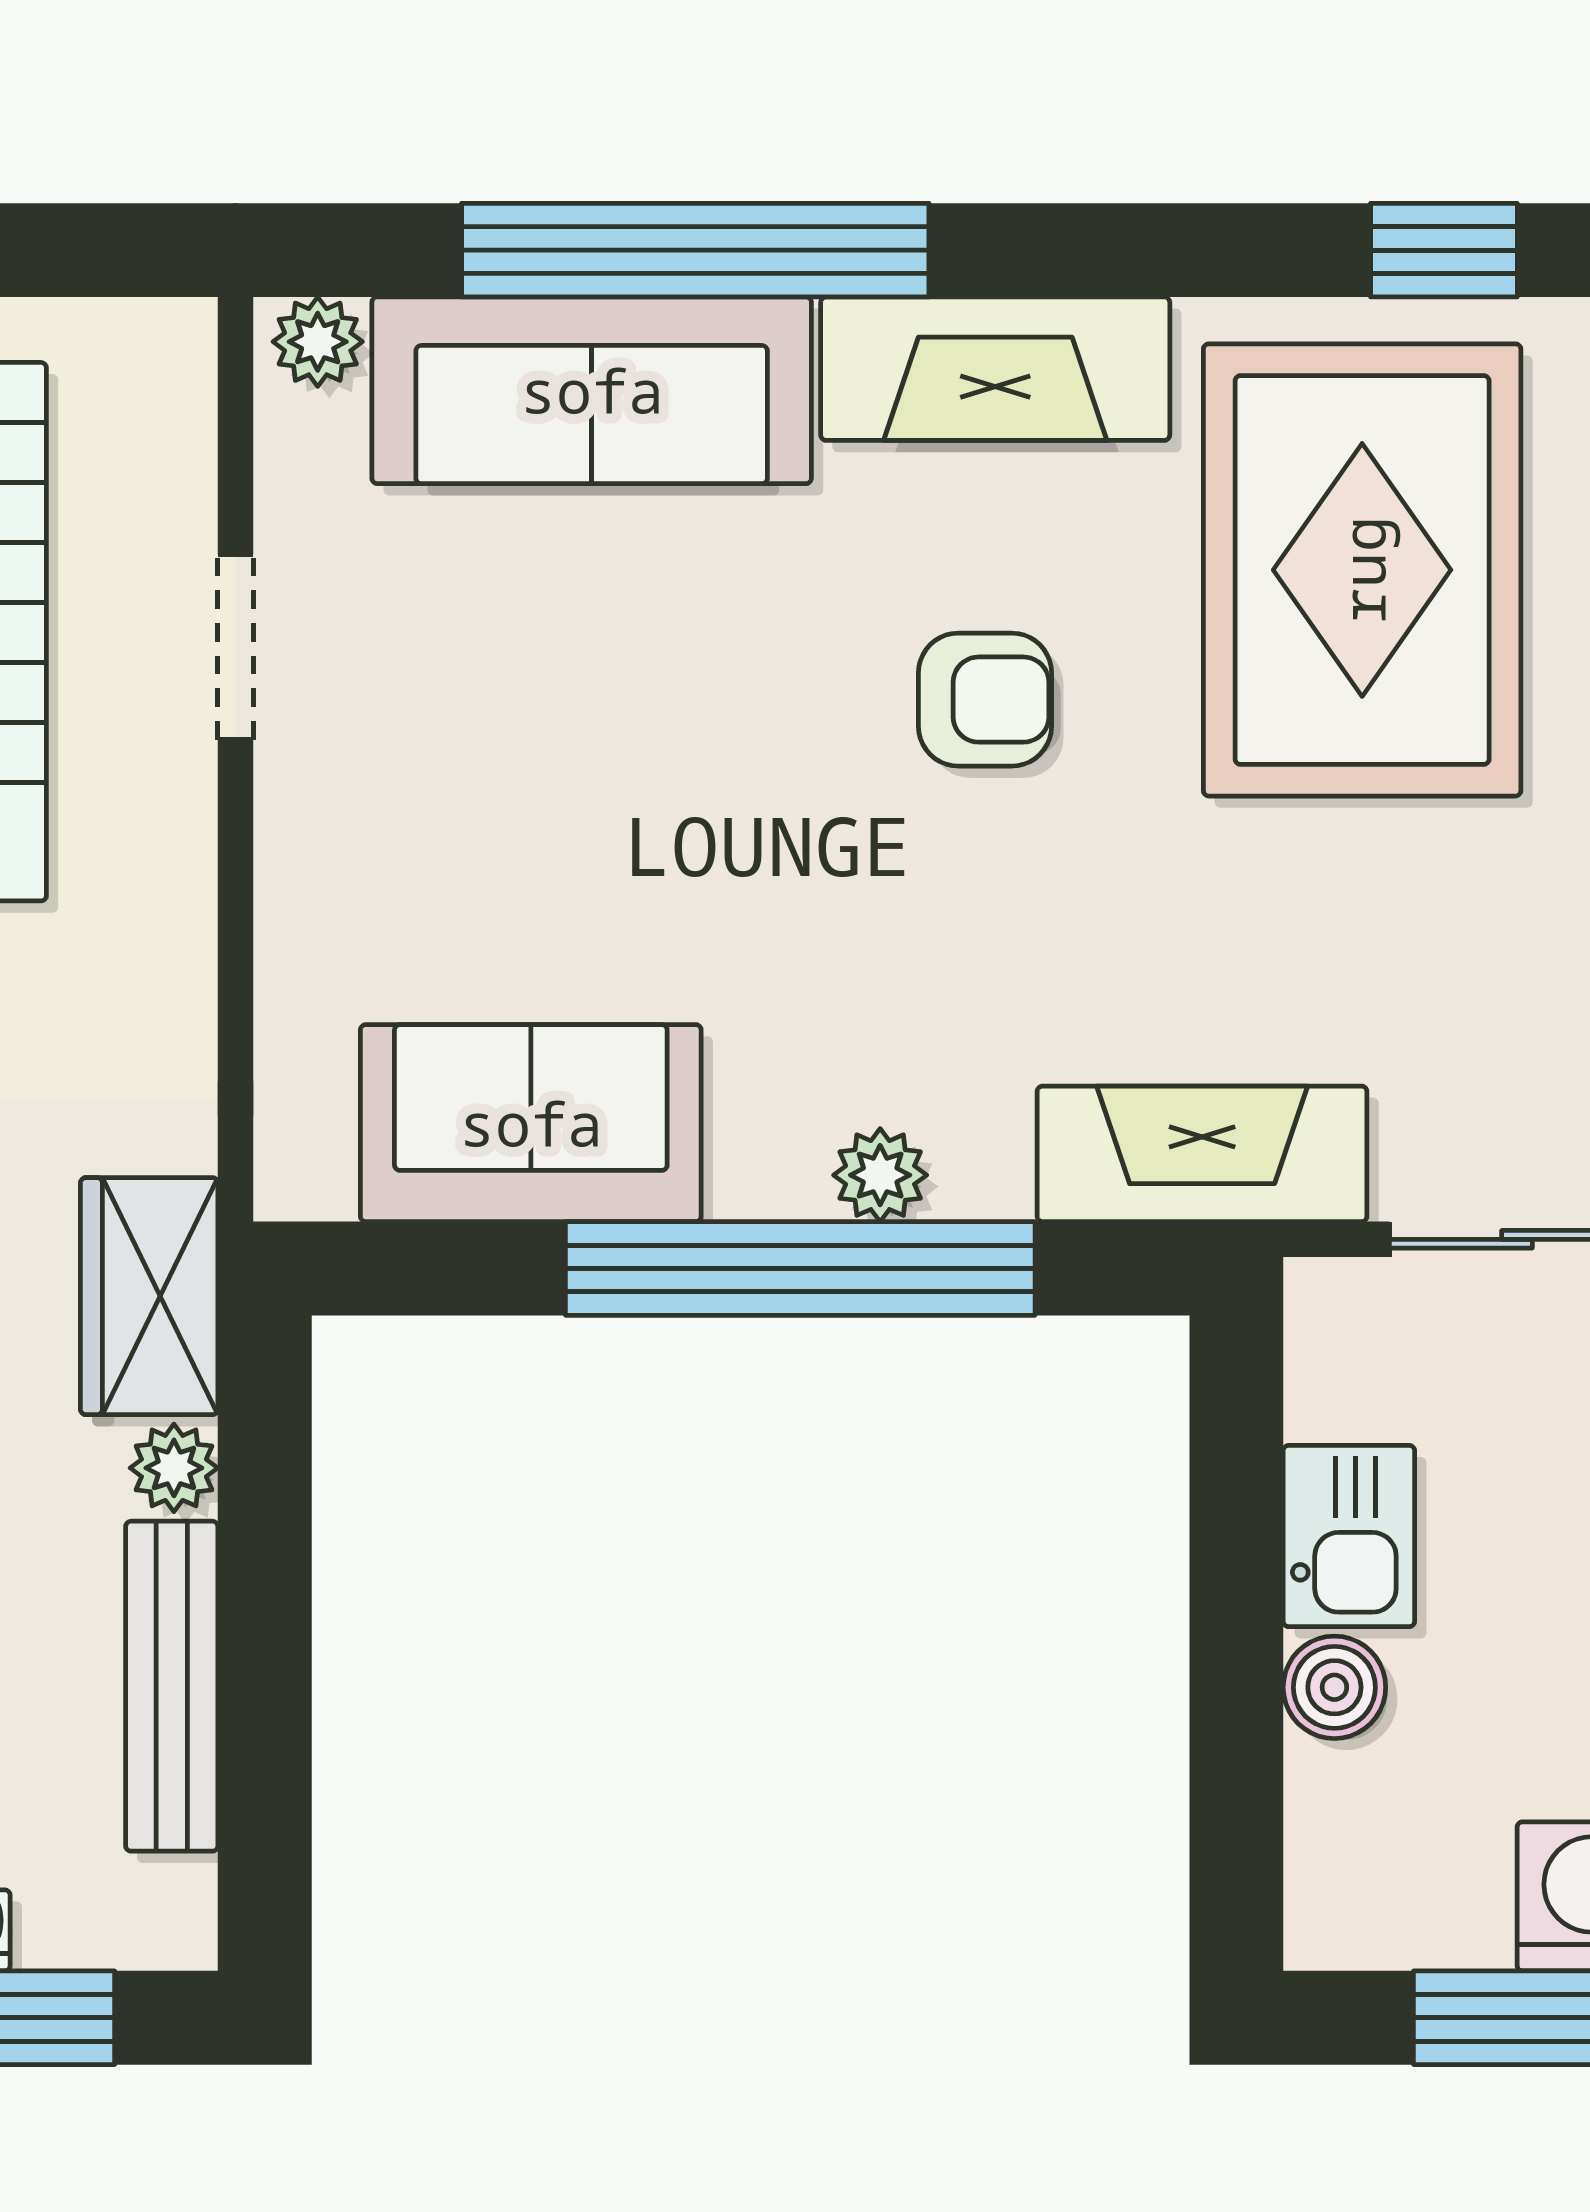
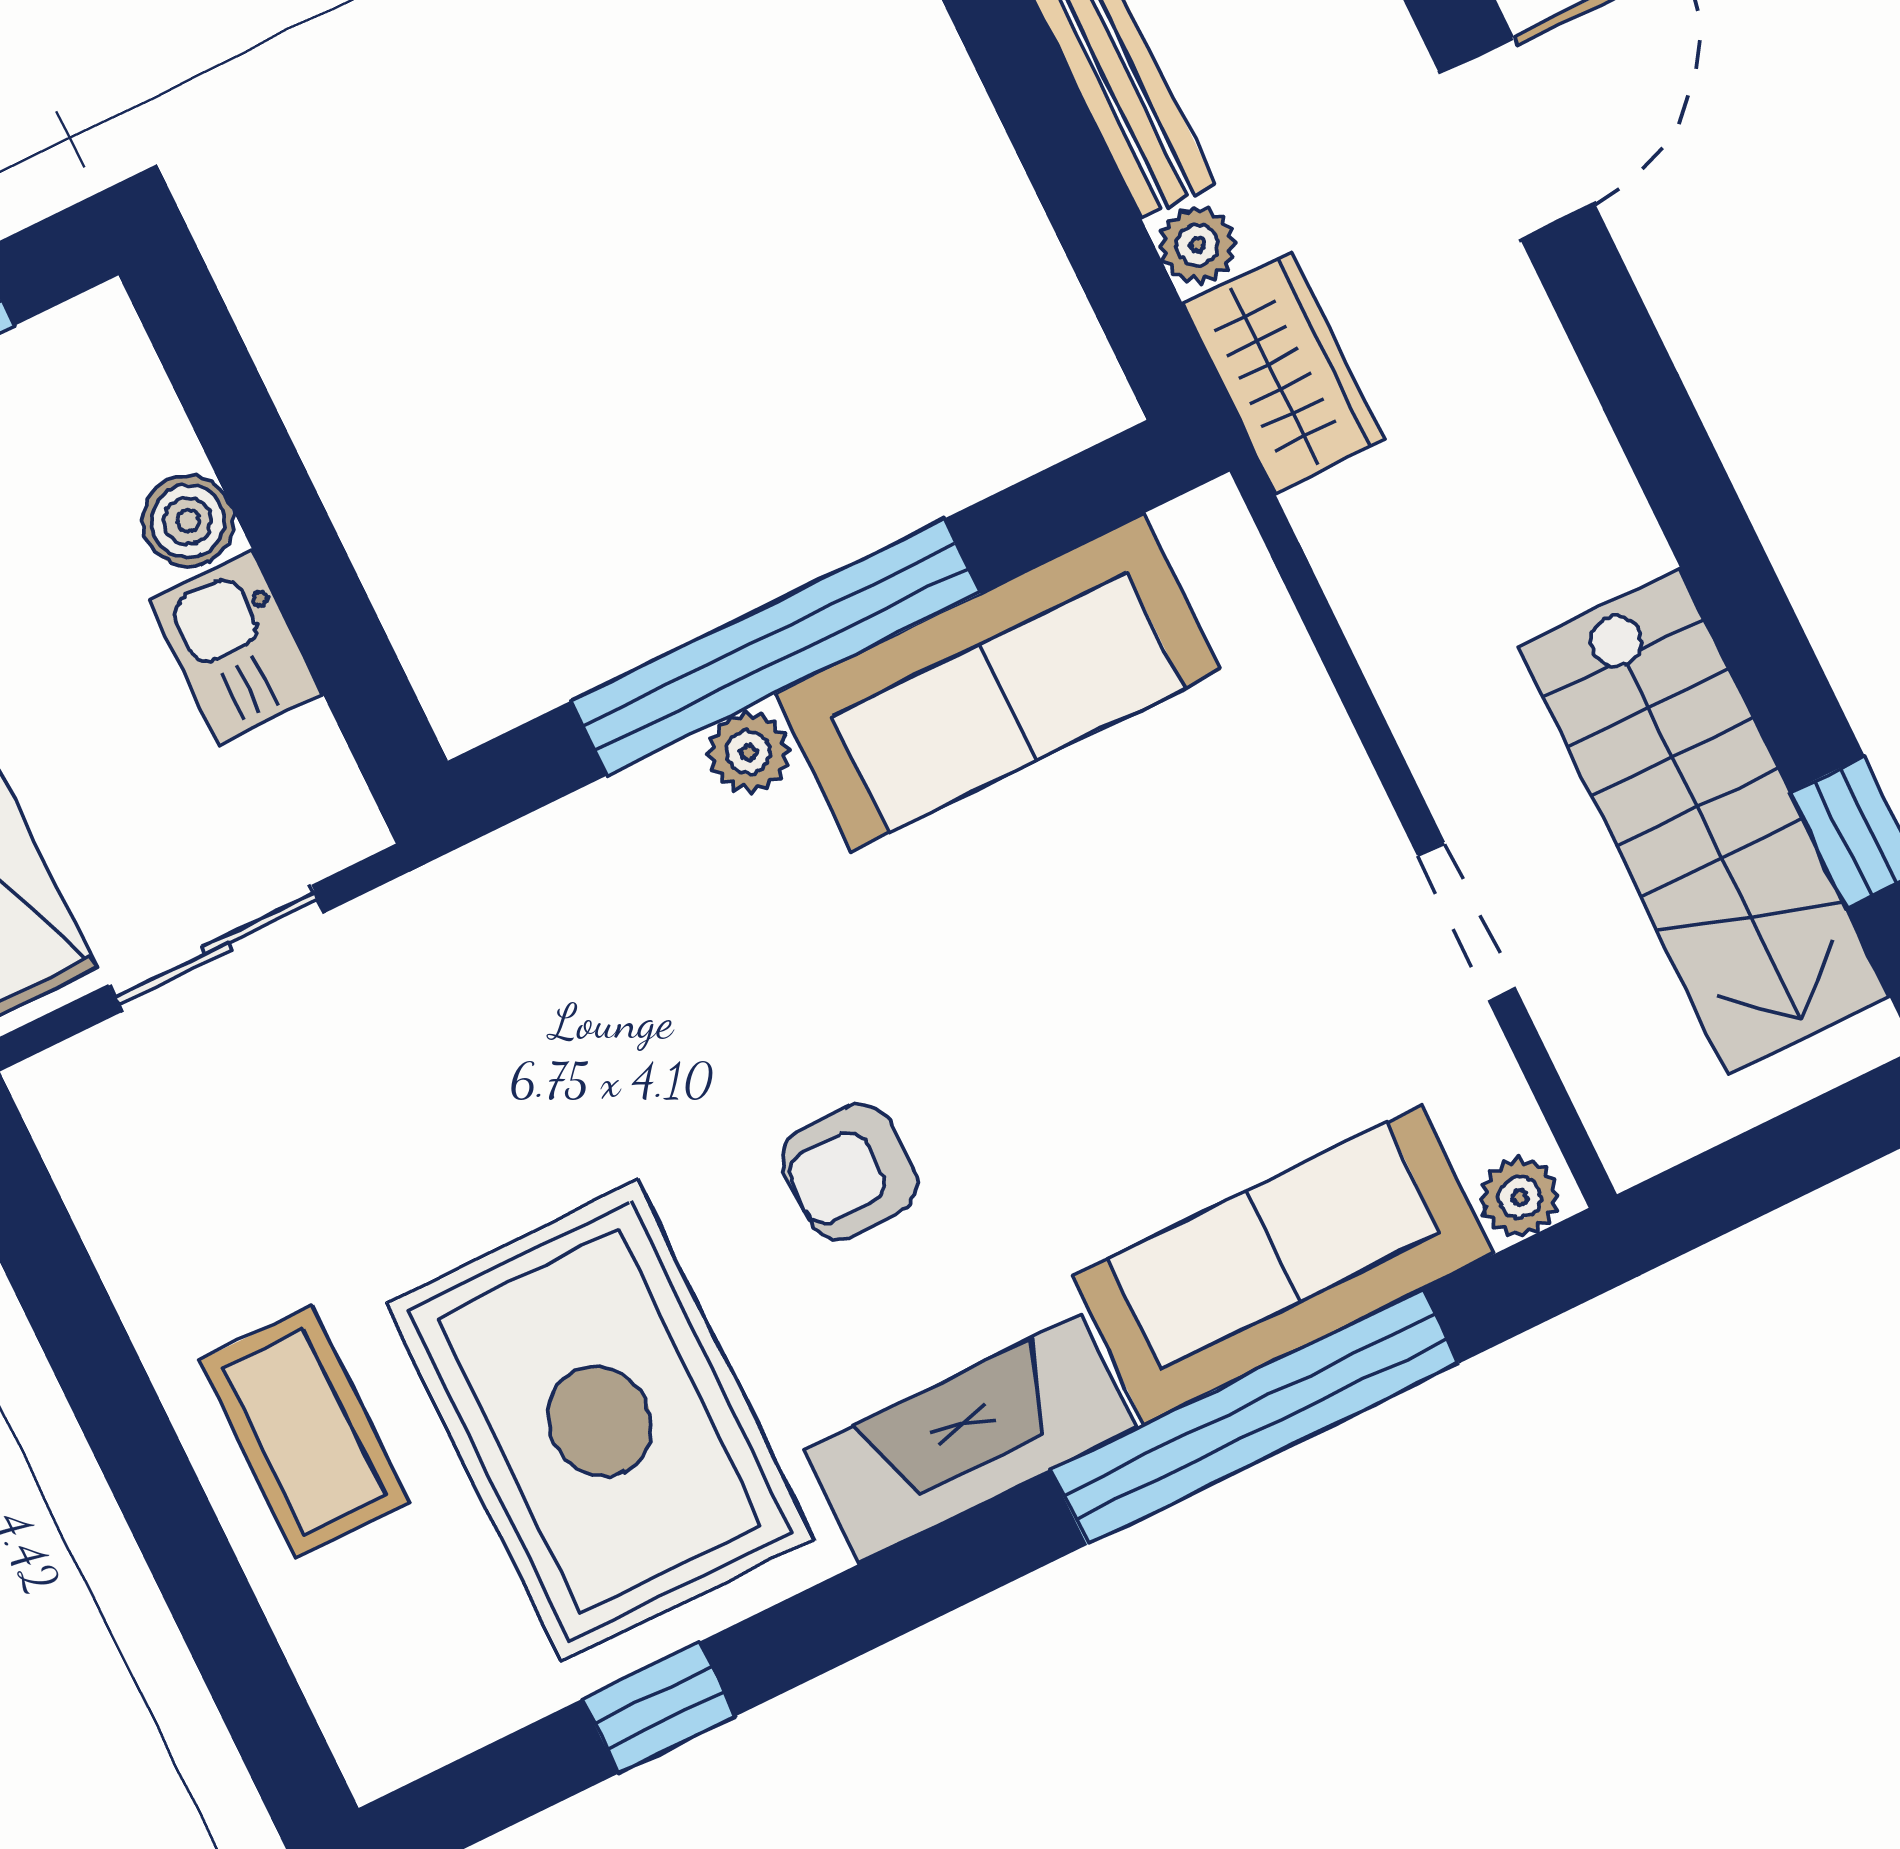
sofa: (531, 1123) -> (998, 682), width x1.36
fireplace: (1202, 1154) -> (500, 894), removed

